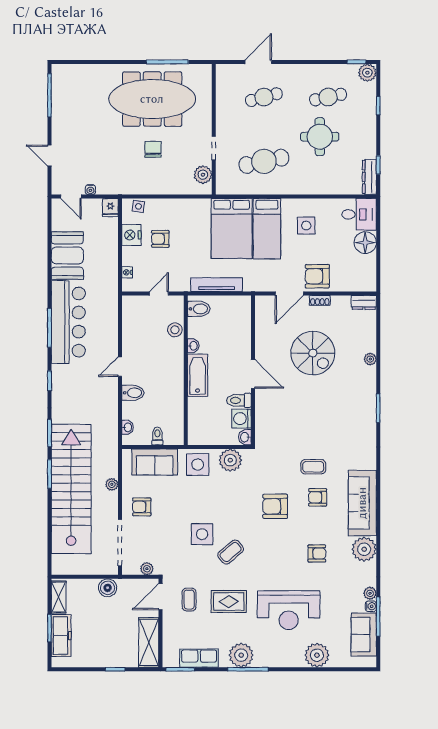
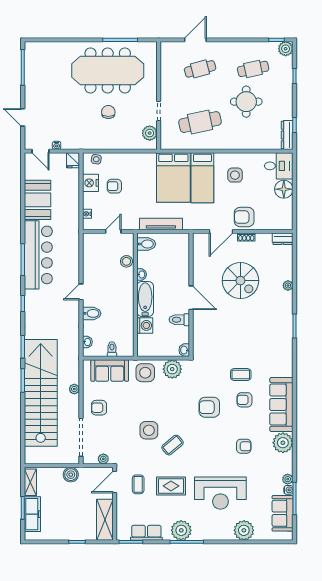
washing machine: (242, 419) -> (145, 325), moved, turned 180

